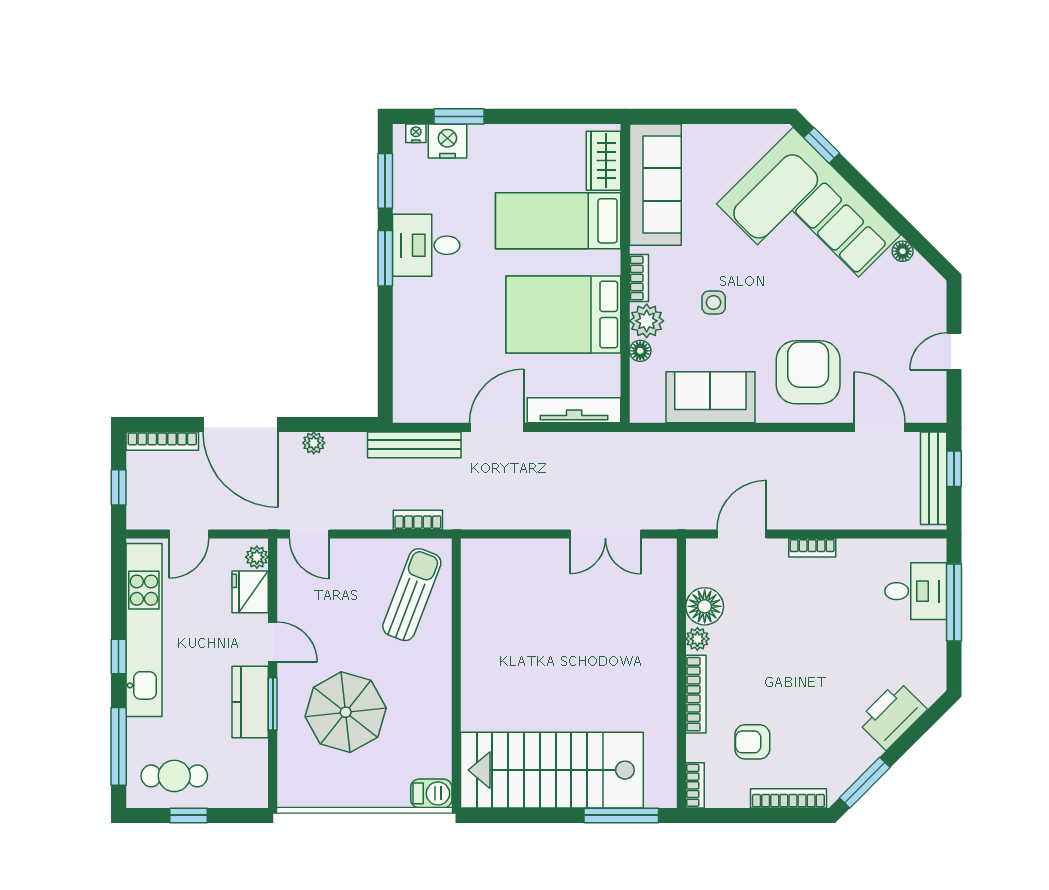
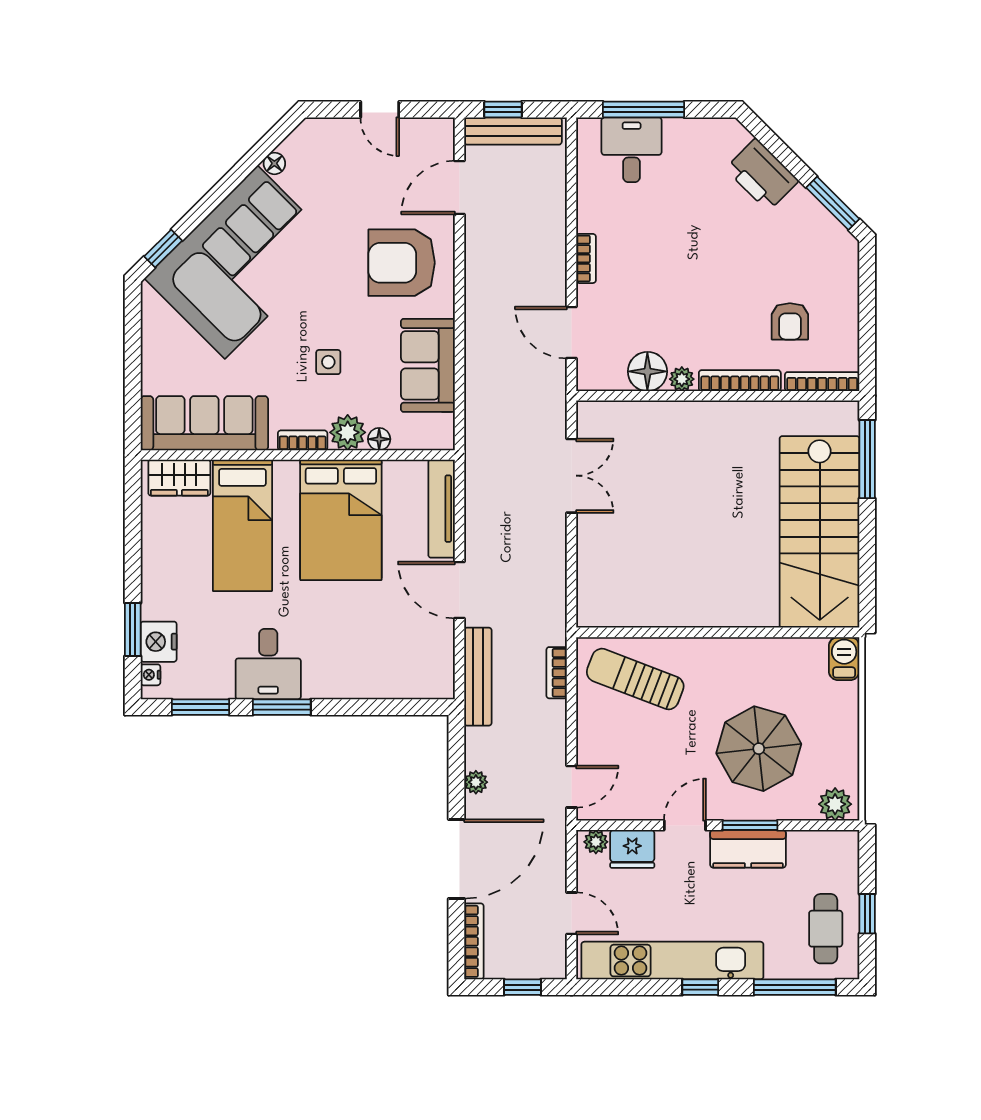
plant: (293, 785) -> (835, 804), added
bookcase: (695, 785) -> (822, 382), width x1.56
bookcase: (788, 798) -> (849, 283), removed

